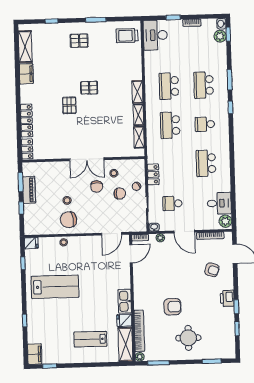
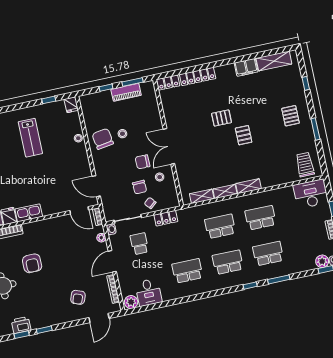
school desk: (205, 124) -> (228, 262), width x1.85
lab bench: (55, 287) -> (30, 138), width x0.73, depth x0.72
printer: (227, 298) -> (21, 325), moved

